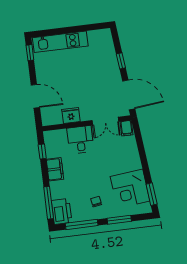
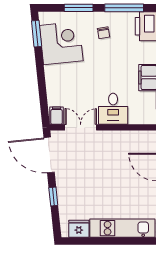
fridge: (71, 115) -> (79, 229), moved, turned 180

